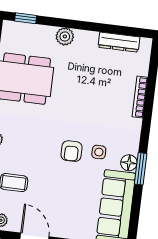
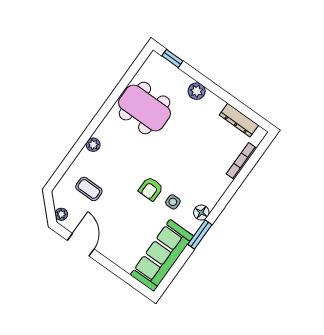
bookcase: (140, 97) -> (241, 161), moved
floor lamp: (129, 163) -> (201, 213), moved

